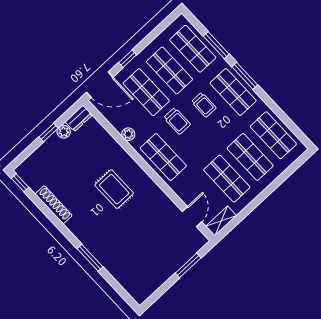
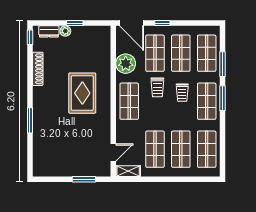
dresser: (79, 118) -> (49, 31), moved
plant: (64, 132) -> (65, 31), moved
plant: (128, 134) -> (126, 64), width x1.87, depth x1.87
rug: (114, 189) -> (82, 93), width x1.36, depth x1.43

